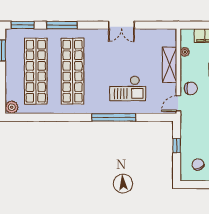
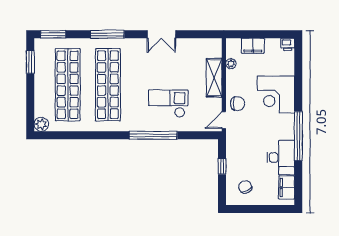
window: (62, 25) -> (107, 34), moved
checkout: (128, 88) -> (168, 104), turned 180

